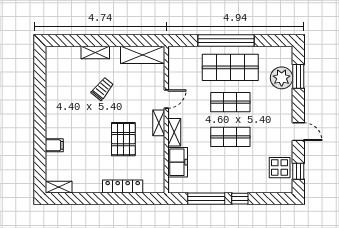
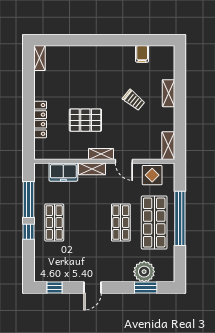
shelving: (143, 55) -> (168, 146), width x0.67, depth x0.75
shop shelf: (230, 137) -> (54, 223), moved
filing cabinet: (54, 145) -> (142, 54), moved
display table: (280, 168) -> (152, 175), moved

